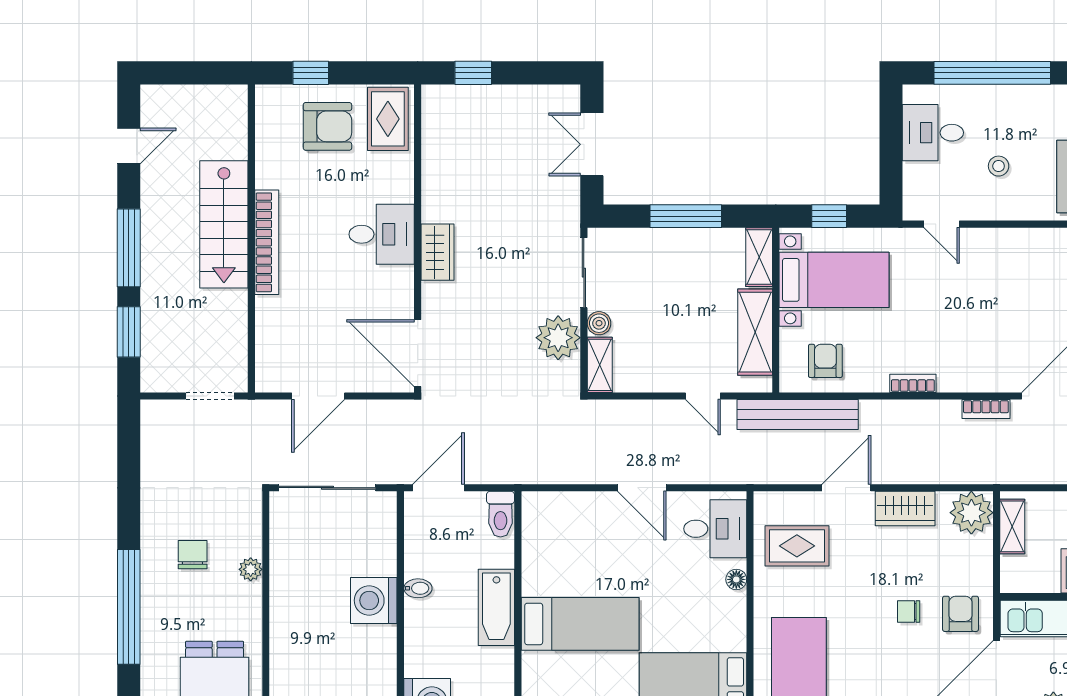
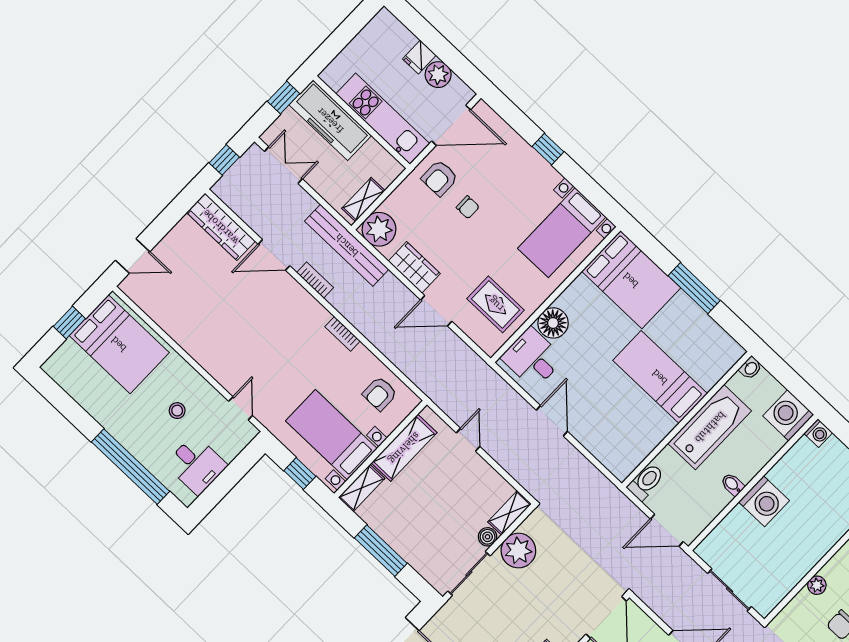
bench: (798, 415) -> (347, 245), moved
sliding door: (327, 488) -> (730, 590), width x0.73
floor lamp: (736, 579) -> (553, 323), width x1.89, depth x1.89
bathtub: (496, 607) -> (710, 427), width x1.36, depth x1.36

